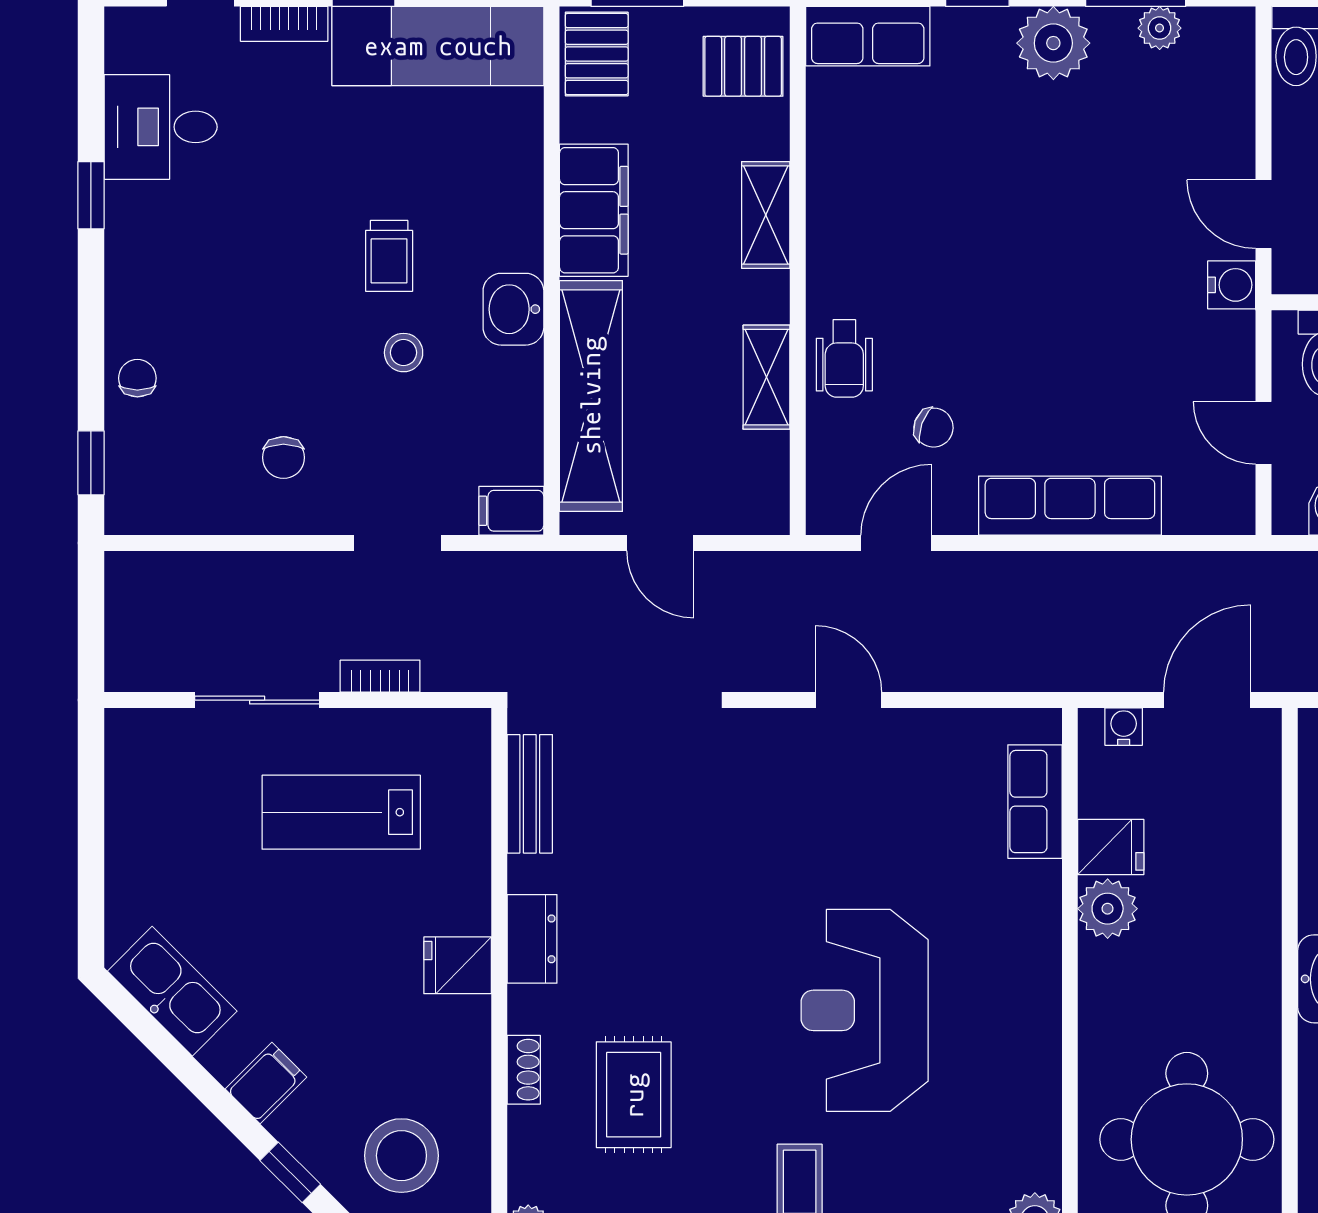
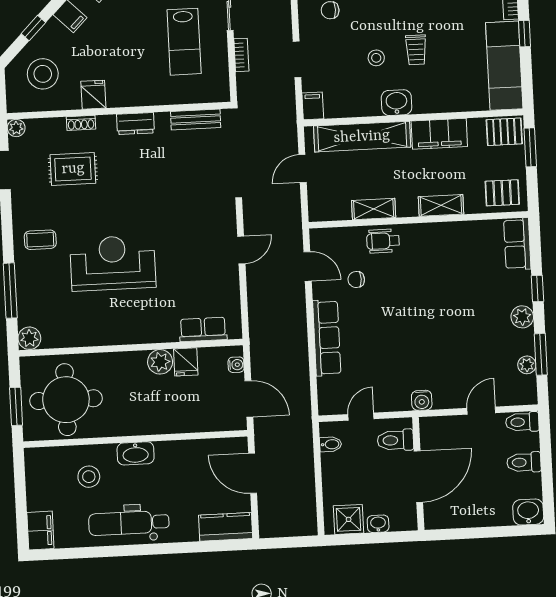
plant: (1053, 43) -> (522, 317), width x0.73, depth x0.73
pallet: (743, 66) -> (502, 193), turned 90
door: (1264, 214) -> (481, 411), moved
trolley: (389, 256) -> (416, 50), turned -90
chair: (934, 428) -> (356, 279), turned 70
lab bench: (341, 812) -> (184, 42), turned 180
fridge: (458, 965) -> (93, 95), moved

